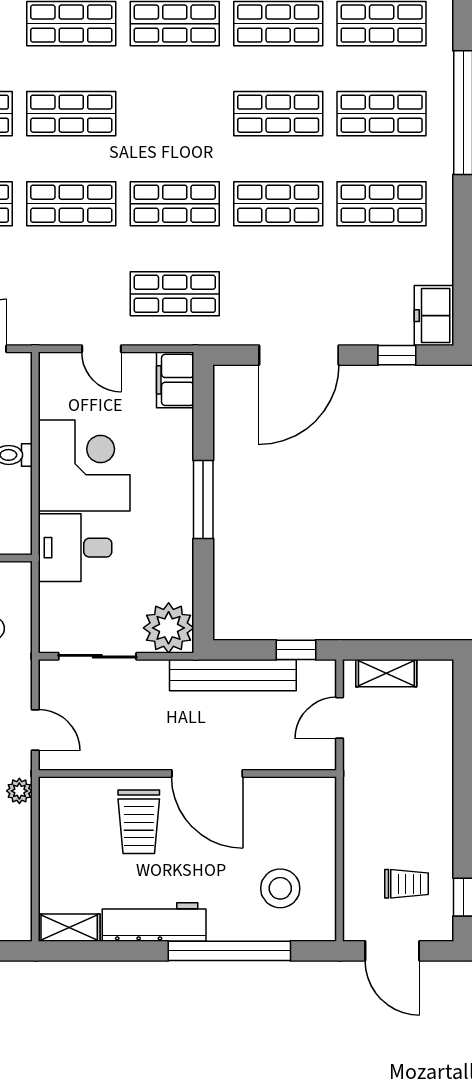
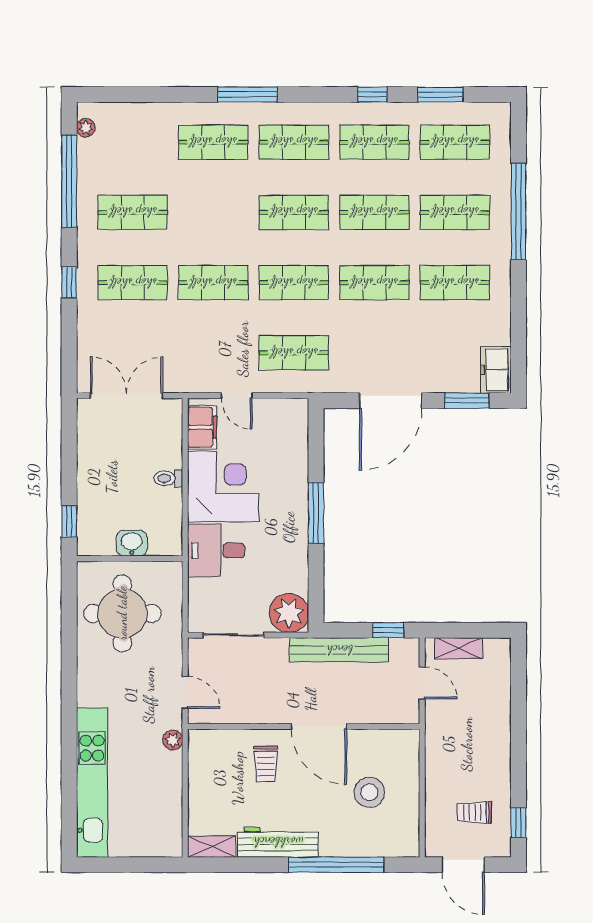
shop shelf: (71, 114) -> (294, 212), moved
window: (397, 355) -> (467, 401), width x1.50
filing cabinet: (175, 380) -> (202, 427), moved, turned 180
door: (340, 718) -> (422, 683), swing flipped
trolley: (139, 822) -> (266, 764), width x0.73, depth x0.72
trolley: (407, 884) -> (474, 812), turned 180
stool: (280, 888) -> (369, 792), moved

